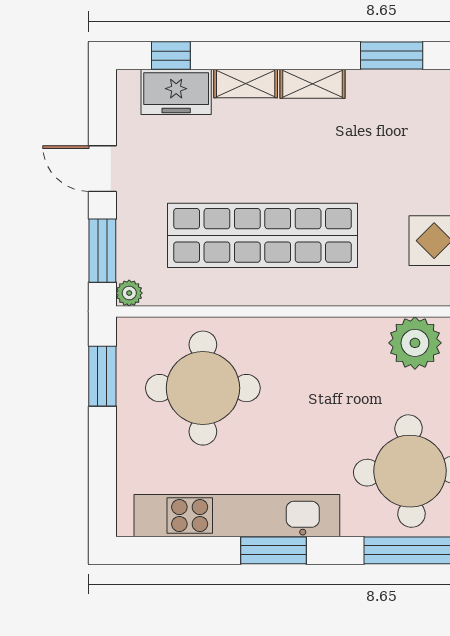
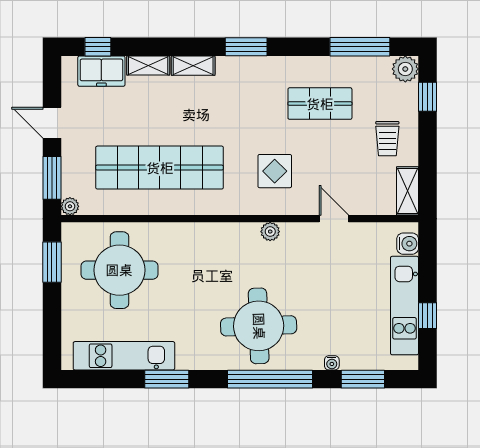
plant: (415, 343) -> (270, 232), width x0.53, depth x0.53
kitchen unit: (237, 516) -> (124, 356), width x0.73

